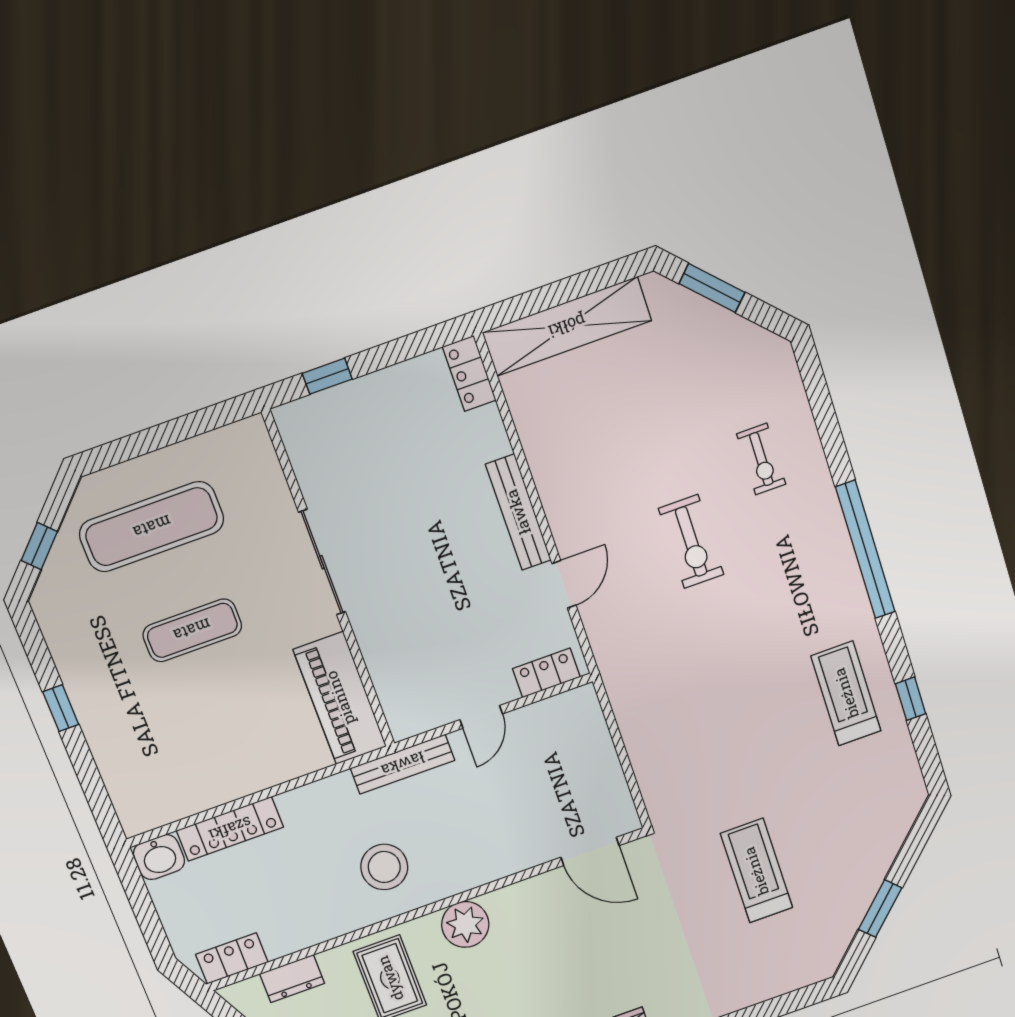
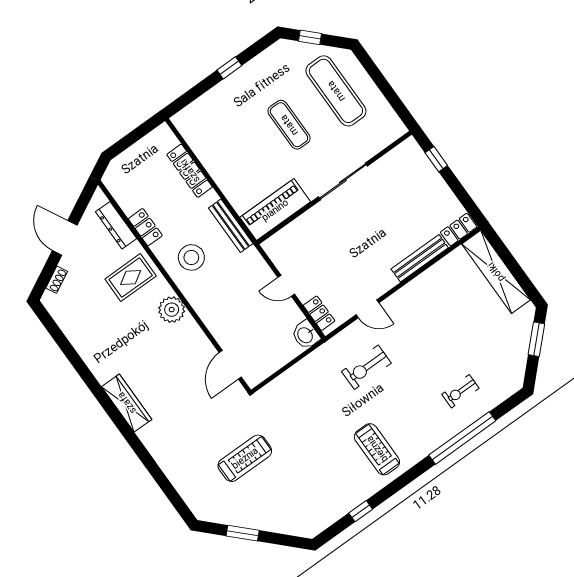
bench: (518, 512) -> (420, 258), moved
exercise bike: (691, 542) -> (366, 367), moved
window: (865, 550) -> (462, 438), moved
treadmill: (846, 693) -> (377, 449), moved, turned -90
bench: (403, 764) -> (231, 226), moved
washbasin: (159, 857) -> (306, 335), moved
locker: (232, 958) -> (145, 227), moved
dresser: (292, 979) -> (116, 225), width x1.44

